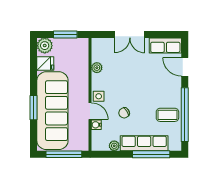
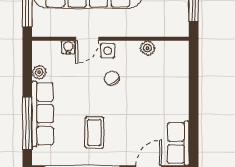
double door: (130, 34) -> (194, 94), removed
chair: (124, 113) -> (112, 78), moved
coffee table: (167, 115) -> (94, 133), moved

